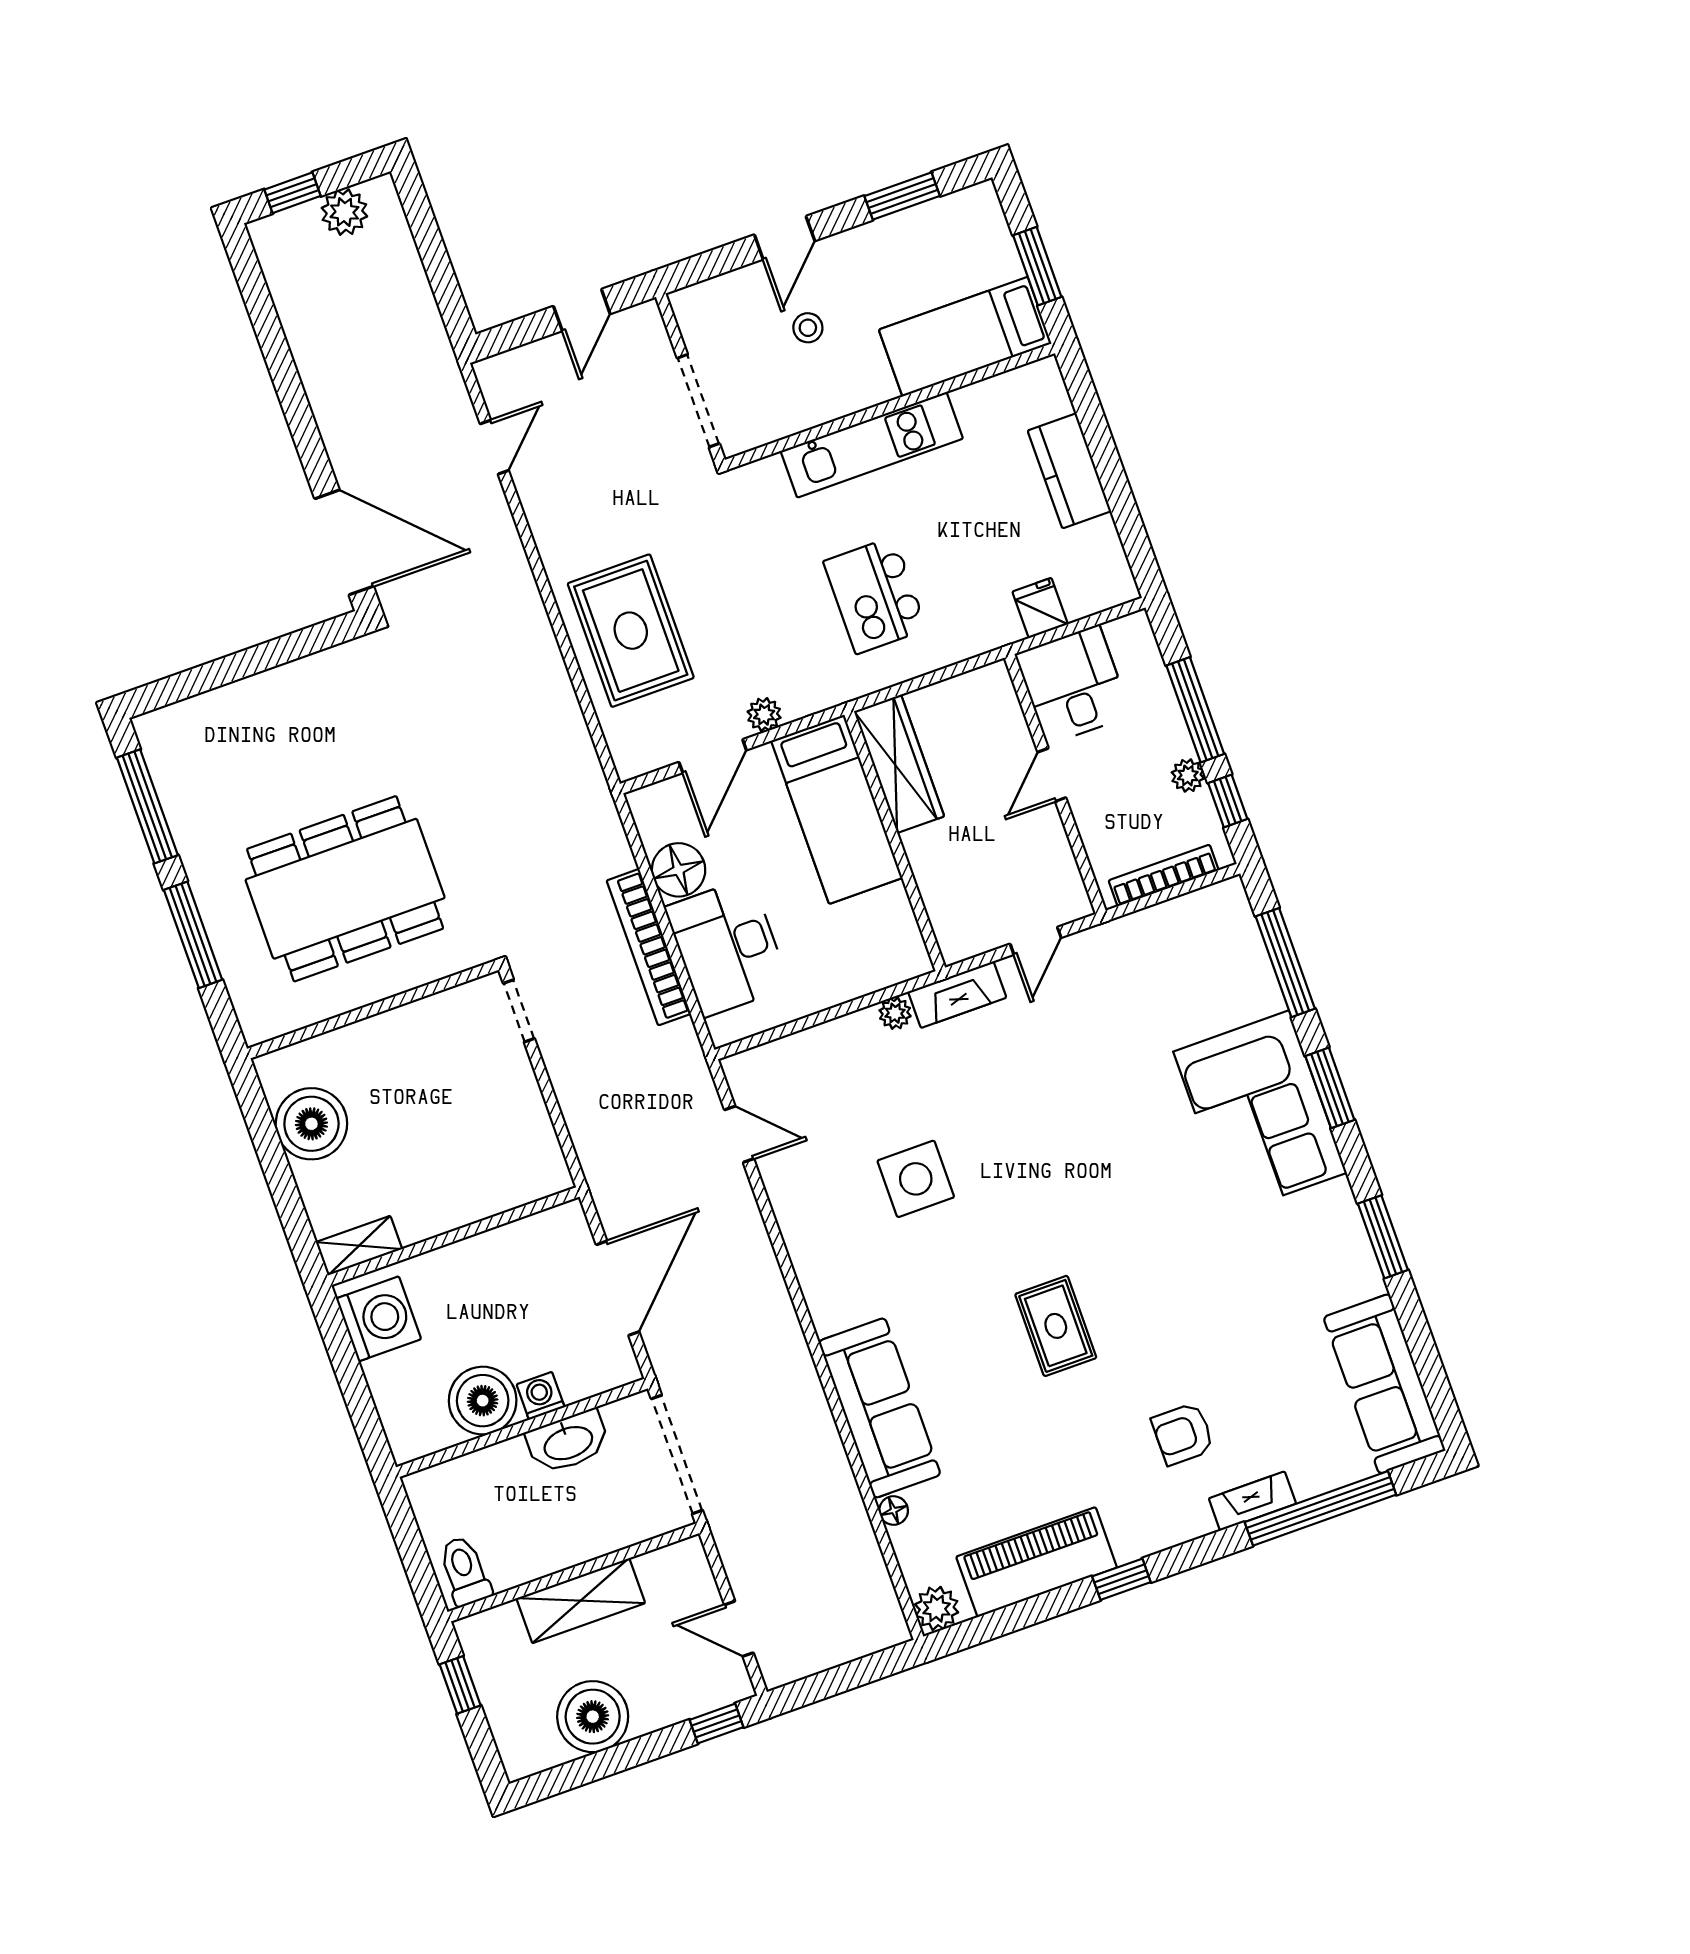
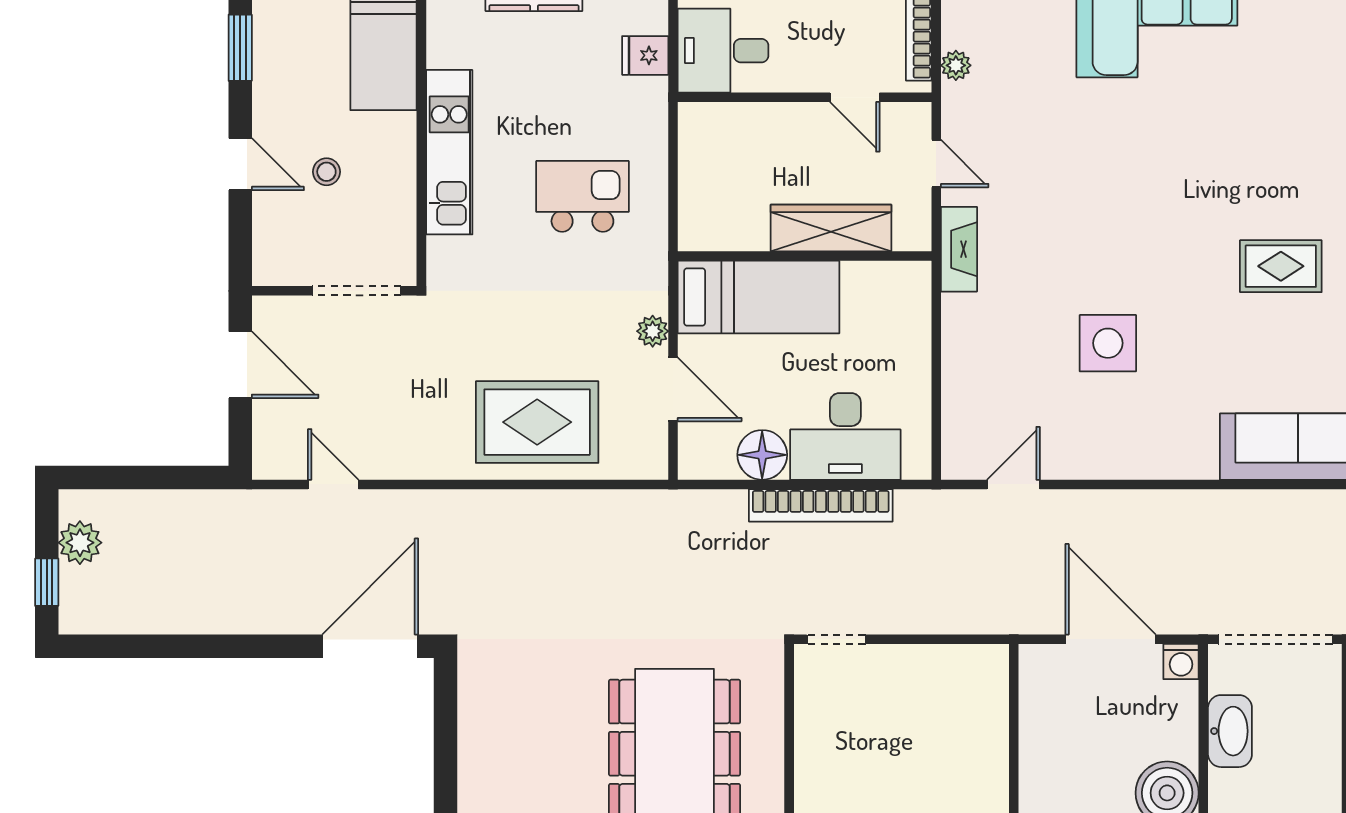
door: (582, 310) -> (240, 365), width x1.38
kitchen island: (875, 595) -> (582, 196), turned 180
wardrobe: (899, 764) -> (831, 228), moved
door: (1052, 775) -> (855, 97), moved
plant: (895, 1013) -> (956, 65), moved
washing machine: (541, 1396) -> (1181, 662), moved, turned -90

